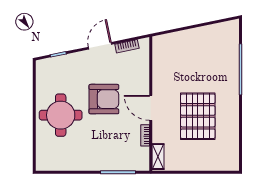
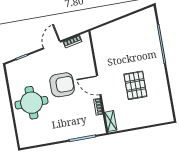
pallet: (198, 116) -> (135, 85), width x0.73, depth x0.71

